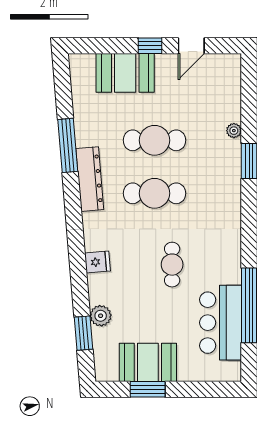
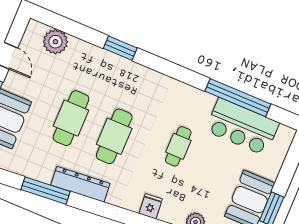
plant: (234, 131) -> (55, 42), moved, width x1.88, depth x1.88
cafe table: (172, 265) -> (178, 146), turned 90

